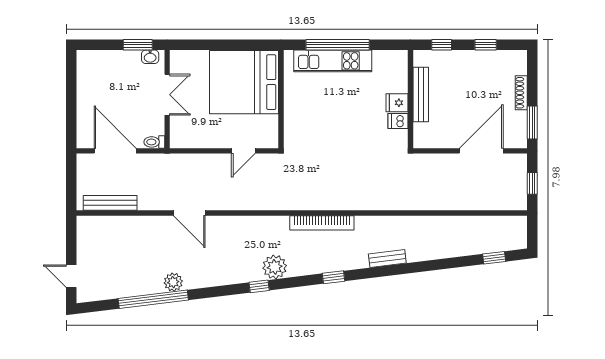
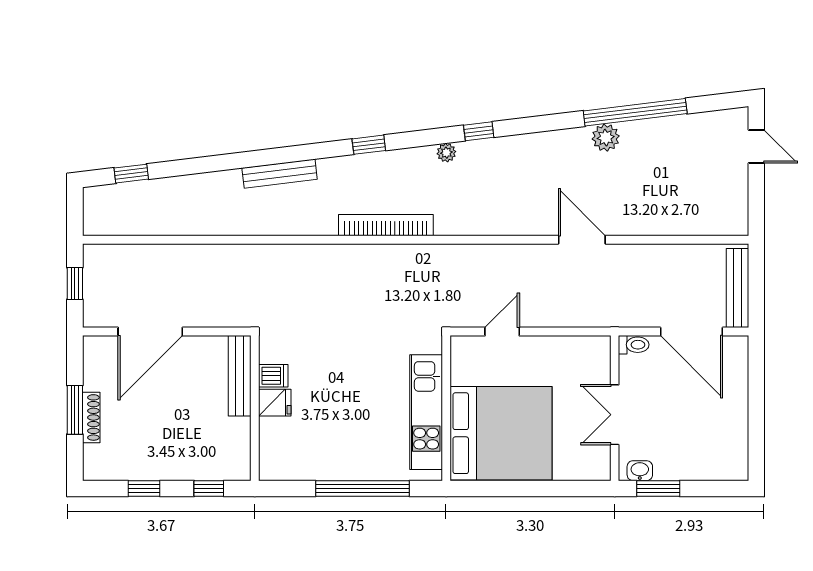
kitchen unit: (333, 61) -> (426, 412), moved, turned -90
bench: (421, 94) -> (240, 376), moved
window: (532, 122) -> (75, 410), moved
bench: (110, 203) -> (738, 288), moved, turned 90
bench: (387, 259) -> (280, 174), width x1.36
plant: (275, 267) -> (446, 153), width x0.53, depth x0.53

